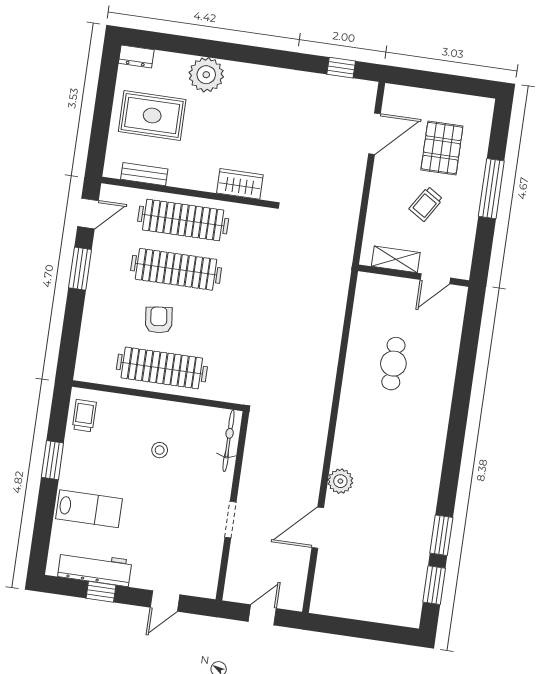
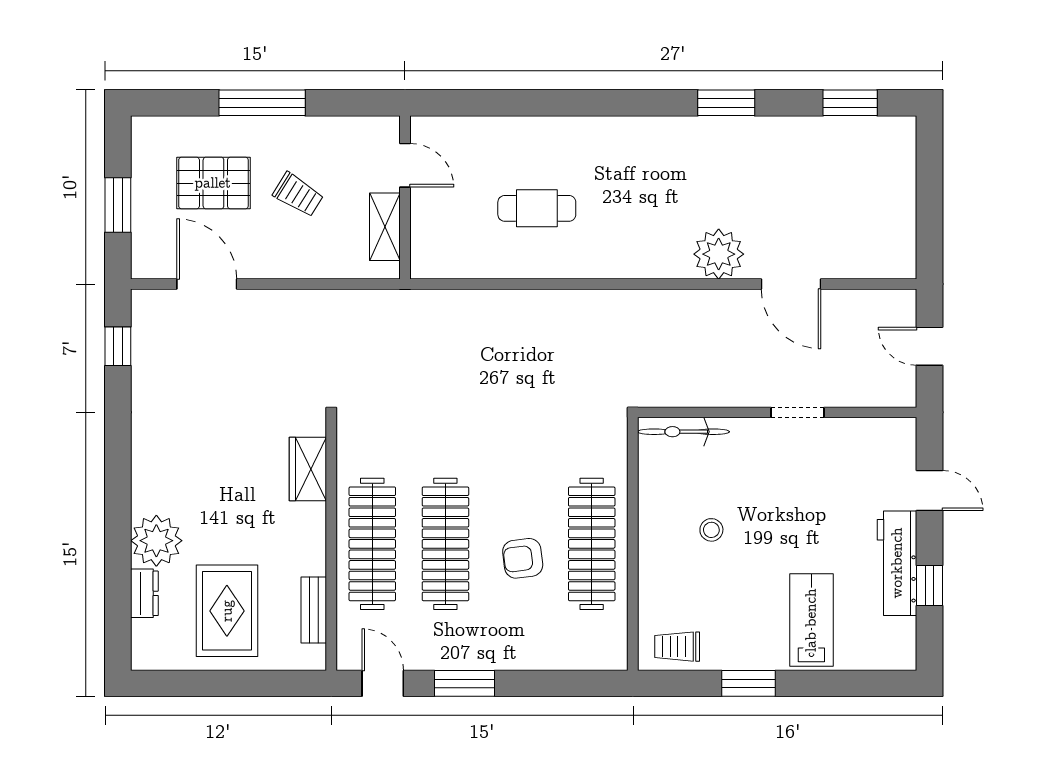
dresser: (136, 56) -> (144, 593), moved
window: (436, 81) -> (118, 205), added
plant: (340, 481) -> (719, 254), width x1.36, depth x1.36
window: (441, 535) -> (726, 103), moved
workbench: (95, 568) -> (897, 563), moved

